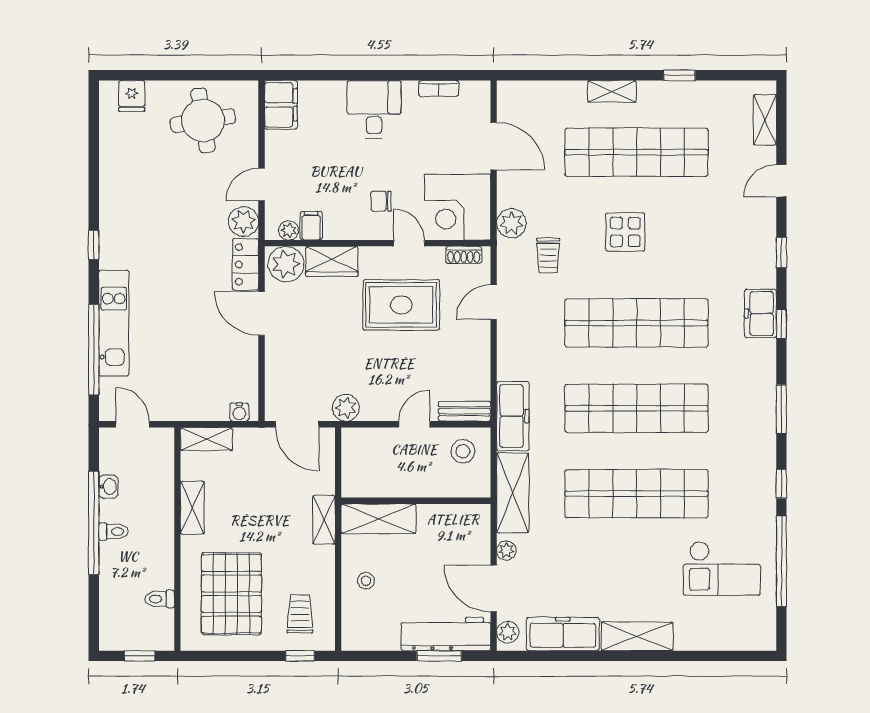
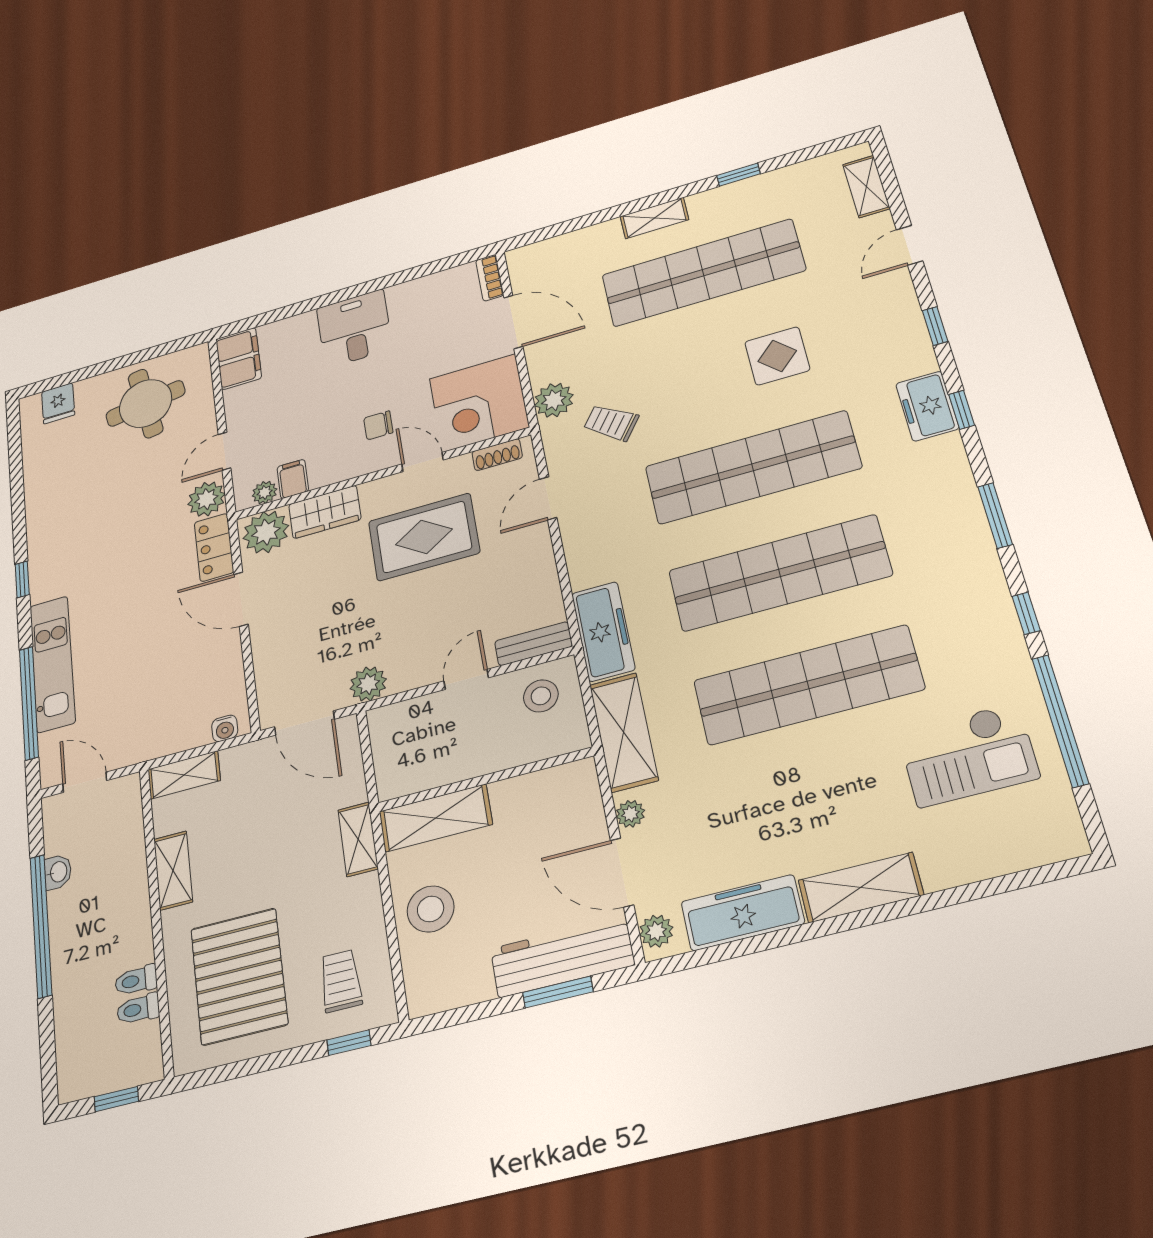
bookcase: (439, 88) -> (490, 278), moved, turned 90
display table: (625, 232) -> (777, 356), moved
trolley: (548, 256) -> (611, 423), turned 125
toilet: (113, 532) -> (136, 980), moved, turned 180
stool: (366, 581) -> (431, 909), width x1.89, depth x1.89

